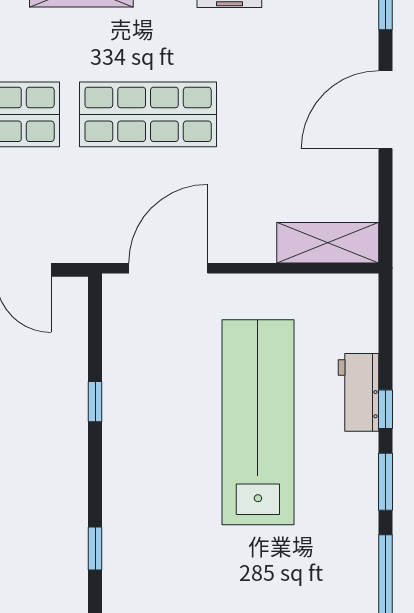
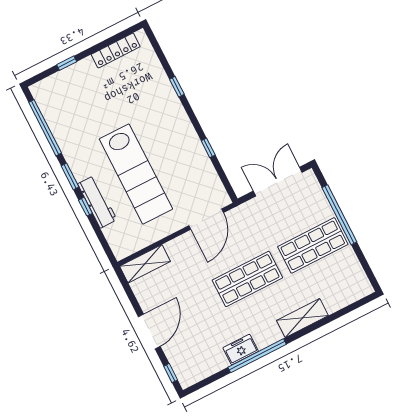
workbench: (359, 392) -> (97, 202), width x1.38

